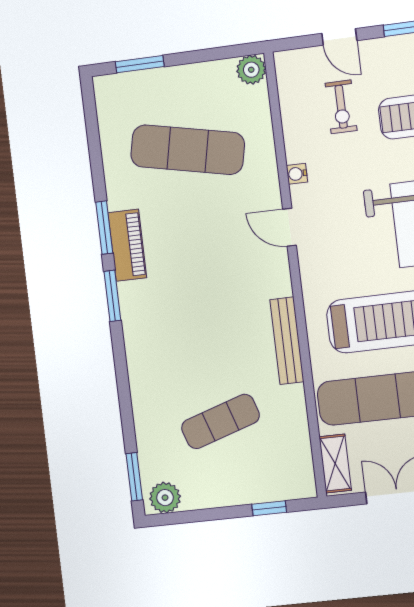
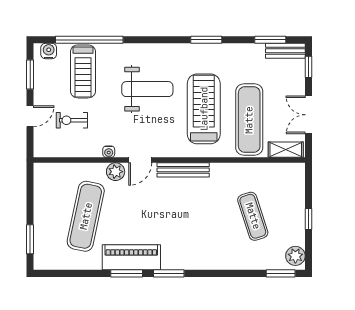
plant: (251, 70) -> (116, 172), moved
exercise bike: (341, 107) -> (72, 120), turned 180
piano: (127, 245) -> (131, 257), width x1.37, depth x1.33
bench: (287, 341) -> (183, 170), moved
window: (269, 508) -> (309, 219), moved

